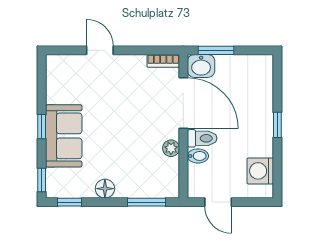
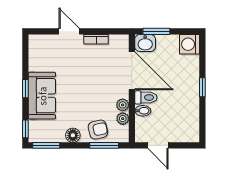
bookcase: (163, 61) -> (96, 39), moved
plant: (171, 166) -> (123, 119), added
washing machine: (260, 171) -> (190, 44), moved
armchair: (138, 181) -> (98, 130), added
window: (70, 202) -> (46, 145), width x1.50

